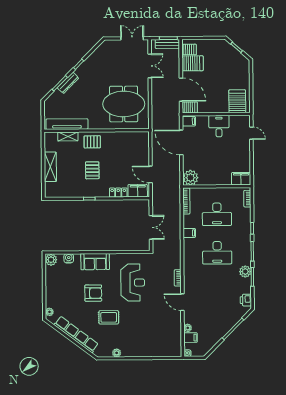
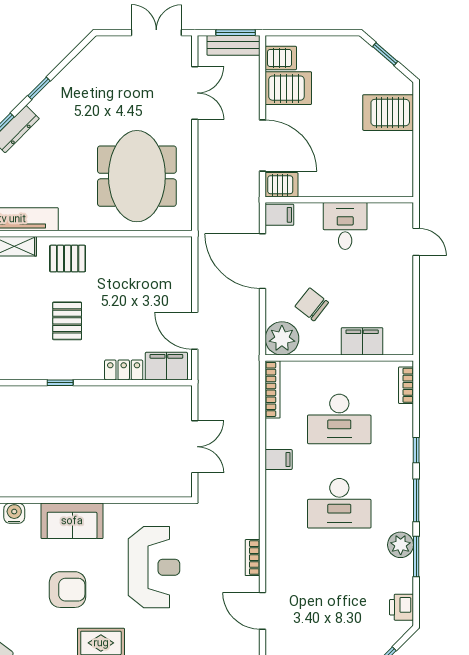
server rack: (237, 101) -> (388, 113), moved, turned -90
meeting table: (124, 104) -> (137, 176), turned 90
chair: (204, 162) -> (312, 304), added
filing cabinet: (241, 179) -> (362, 341), moved

